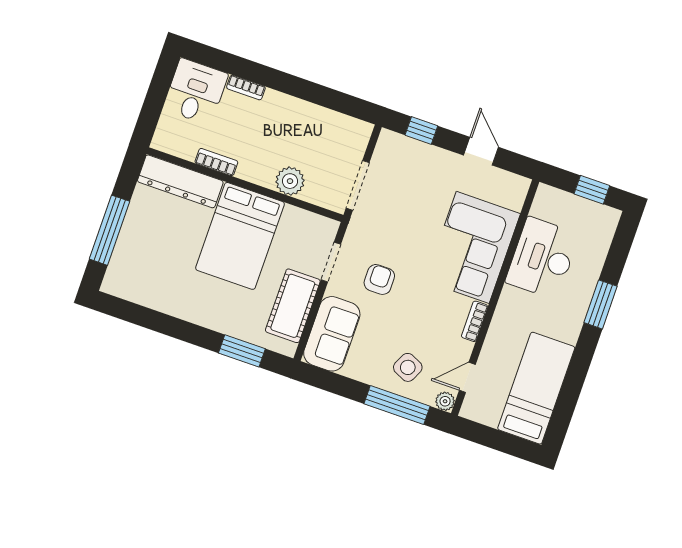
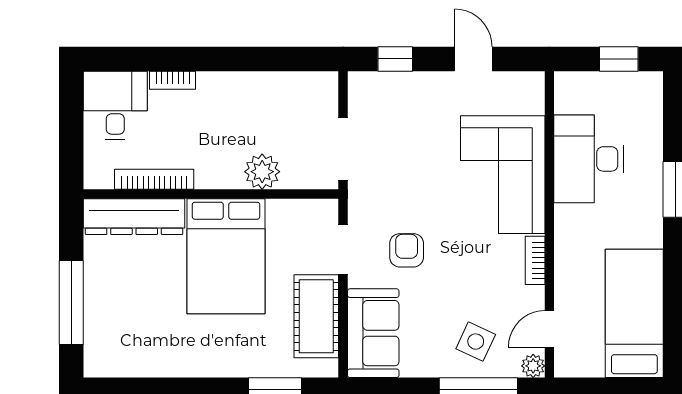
bookcase: (216, 162) -> (154, 179), width x1.56

